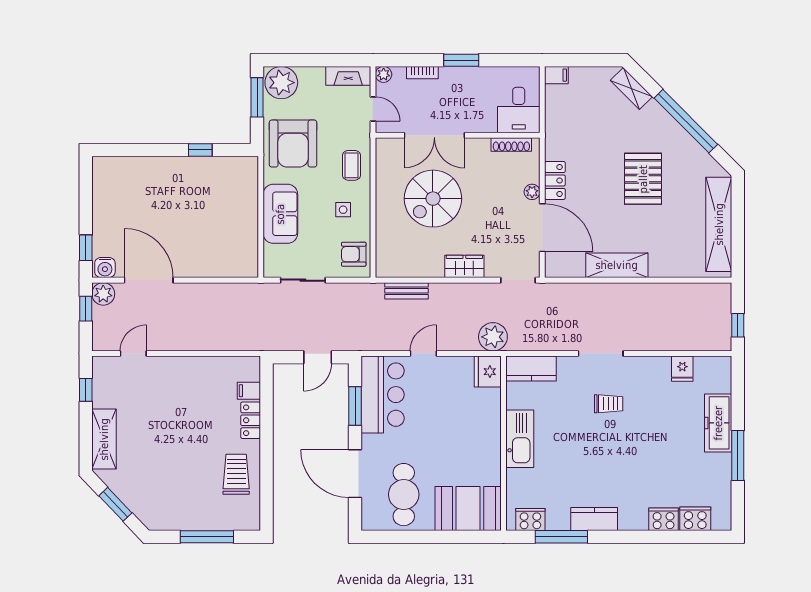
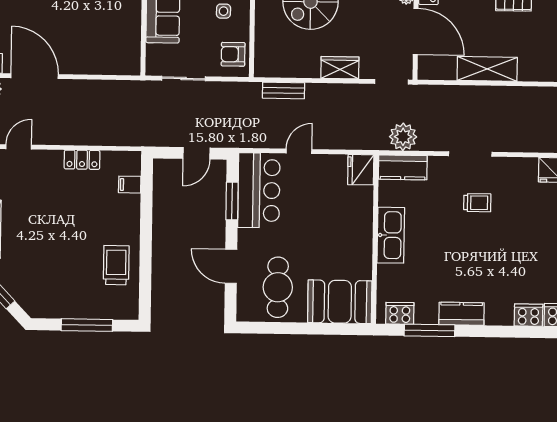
plant: (493, 337) -> (403, 137), moved
locker: (251, 420) -> (82, 160), moved, turned -90
door: (355, 474) -> (231, 266), width x0.73

